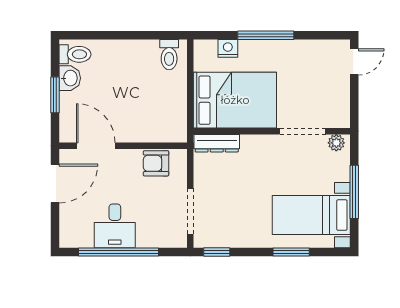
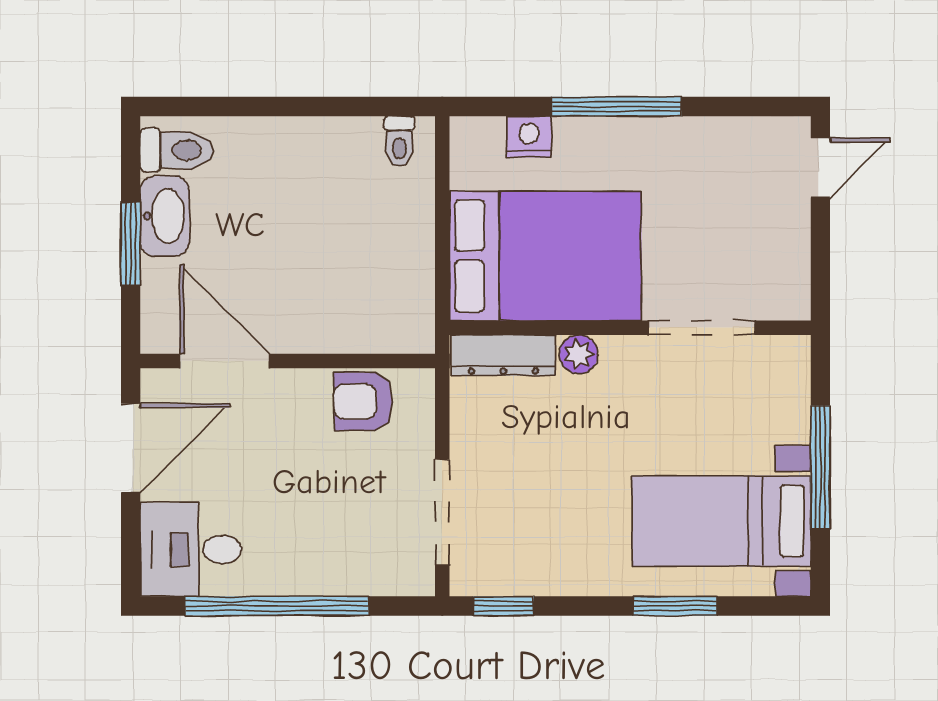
toilet: (169, 55) -> (399, 141), width x0.73, depth x0.72
washbasin: (70, 78) -> (165, 216), width x1.38
plant: (336, 143) -> (579, 354), moved
desk: (115, 226) -> (191, 549), moved, turned 90

